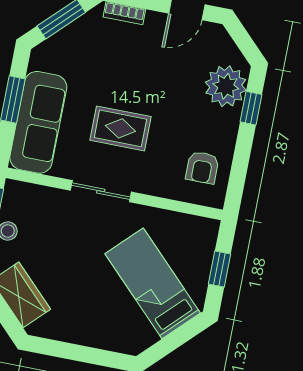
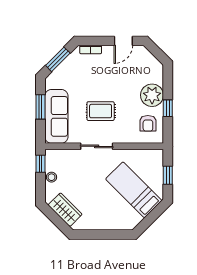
plant: (226, 86) -> (152, 95), moved
window: (251, 108) -> (168, 108), moved

